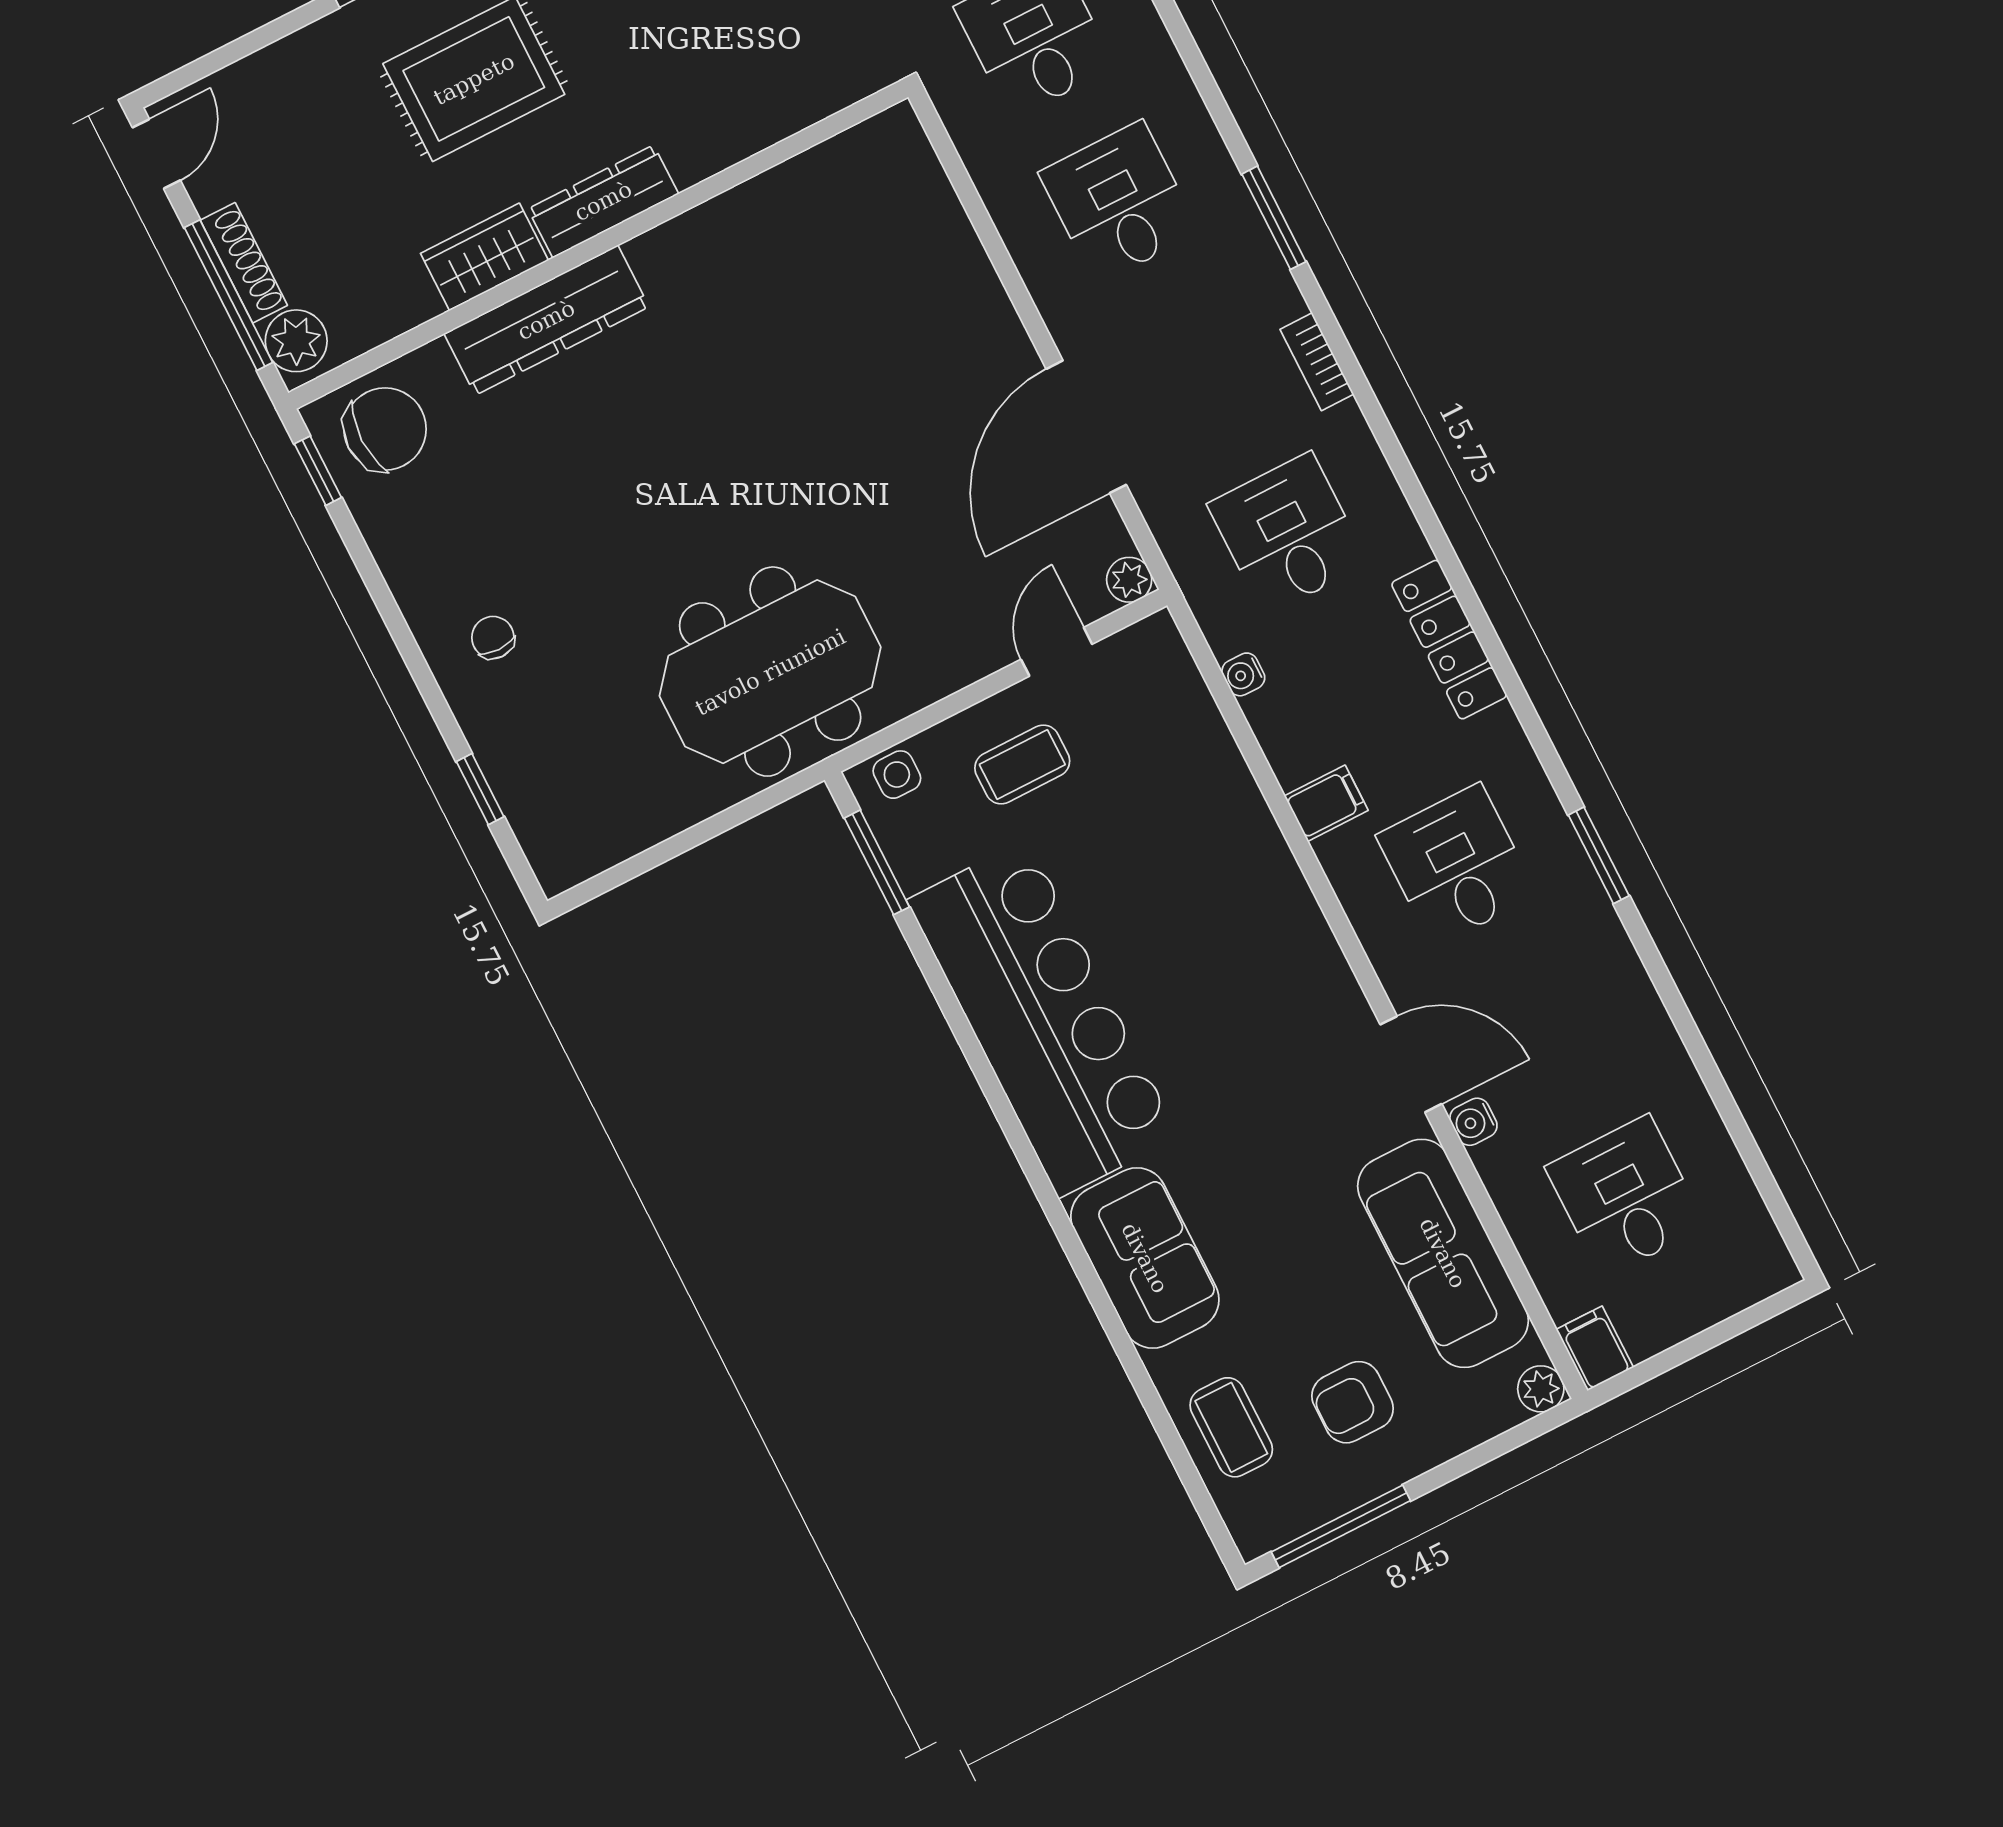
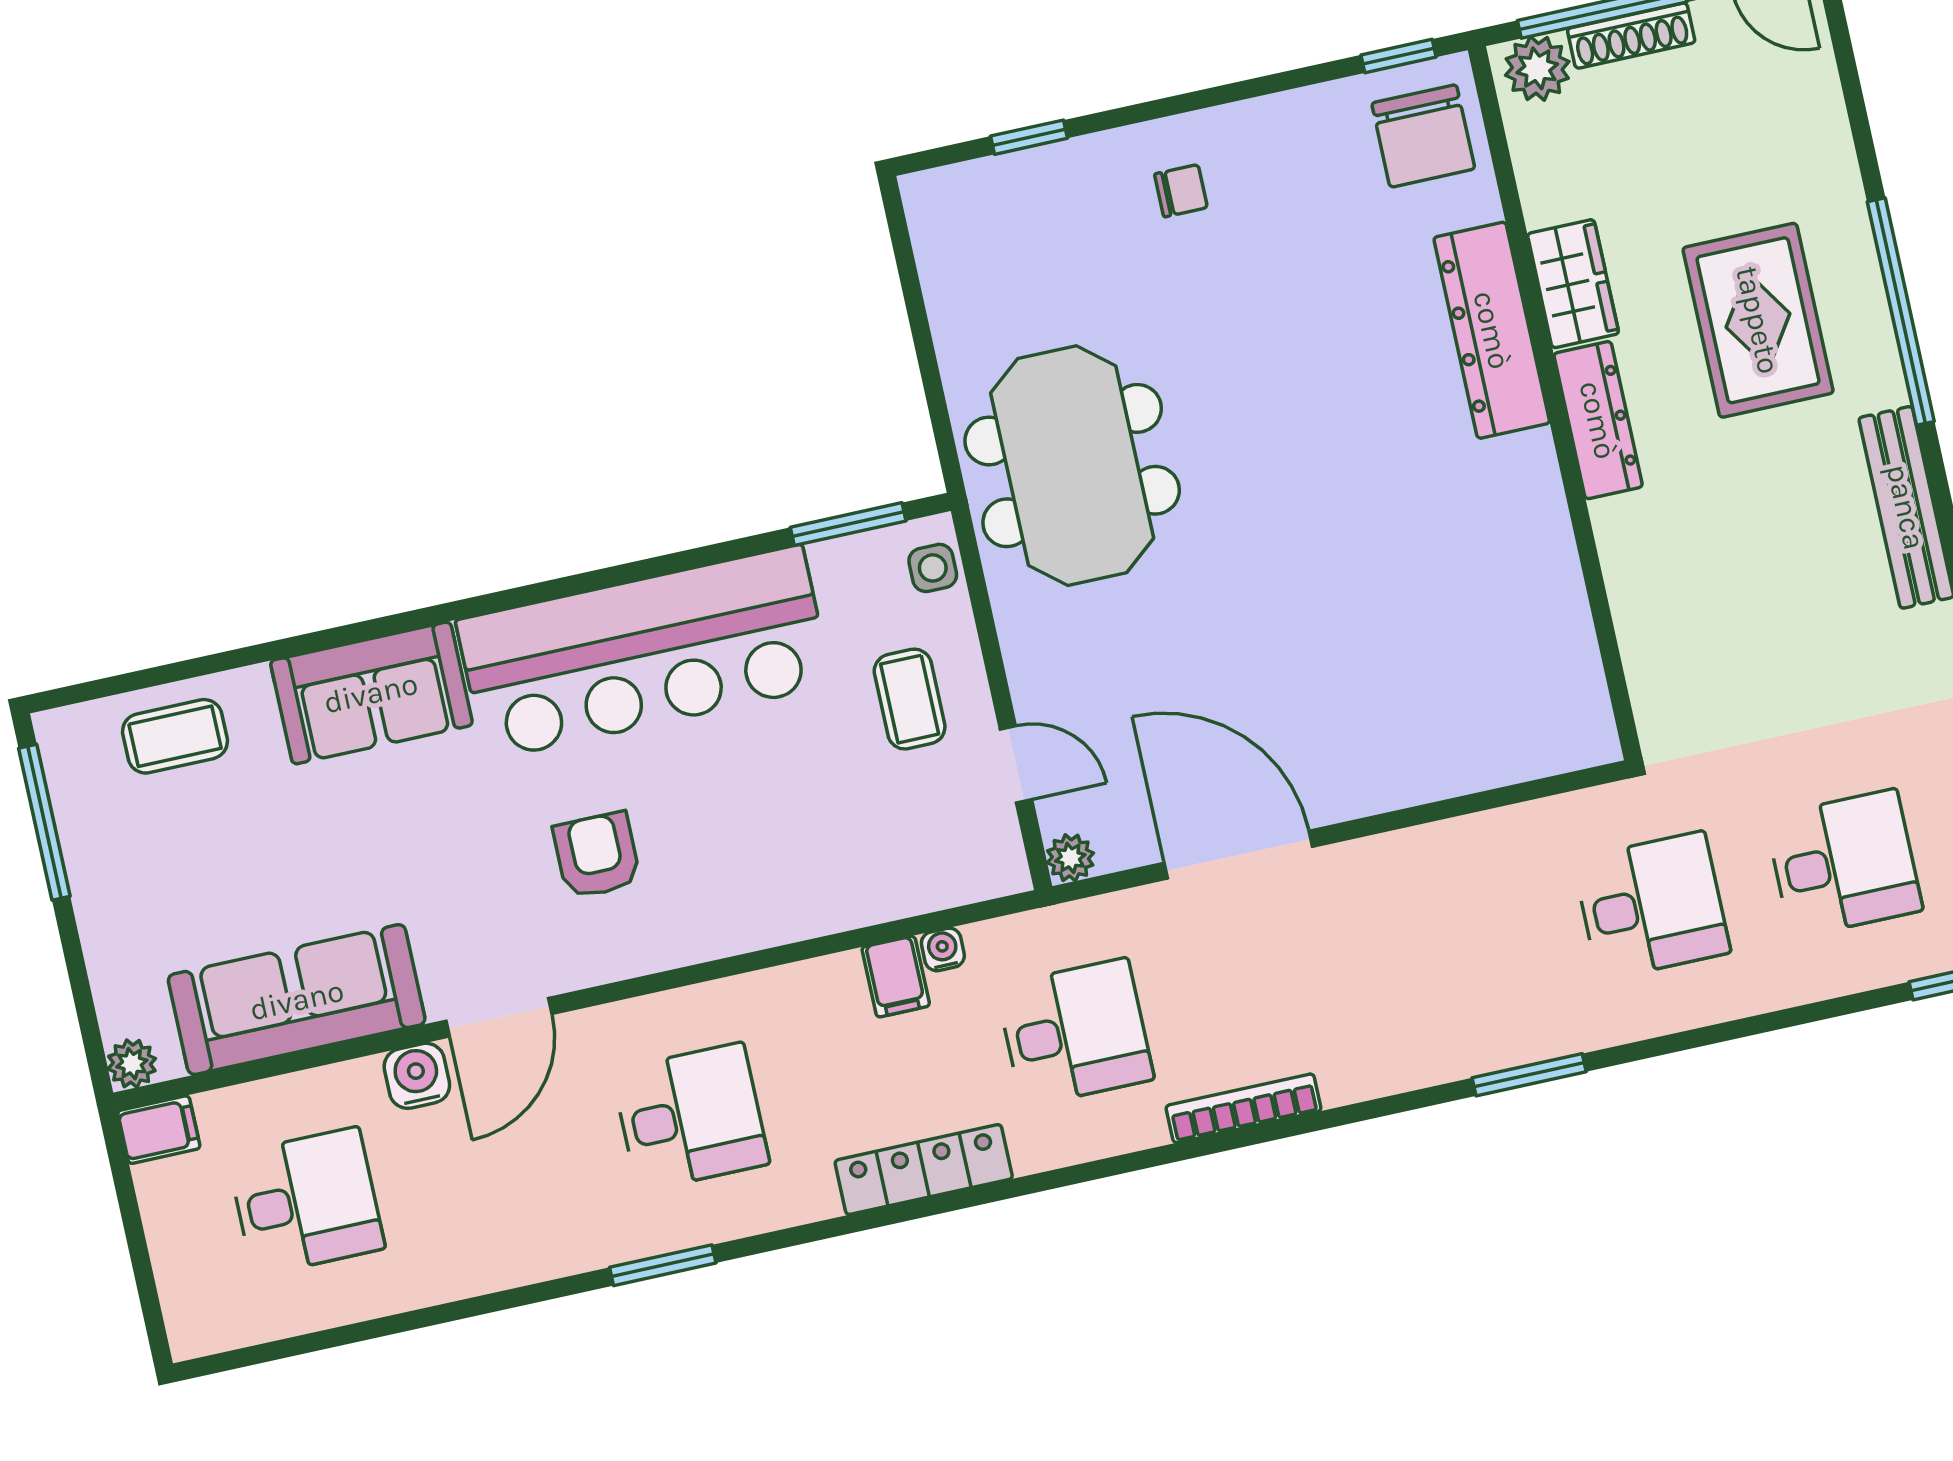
desk: (1119, 203) -> (1459, 948), removed
window: (1274, 218) -> (1529, 1075), moved
bookcase: (1317, 362) -> (1244, 1108), width x1.56
filing cabinet: (1326, 803) -> (896, 977), moved
water cooler: (1473, 1122) -> (417, 1076), width x1.38, depth x1.38
armchair: (1353, 1402) -> (597, 855), moved

